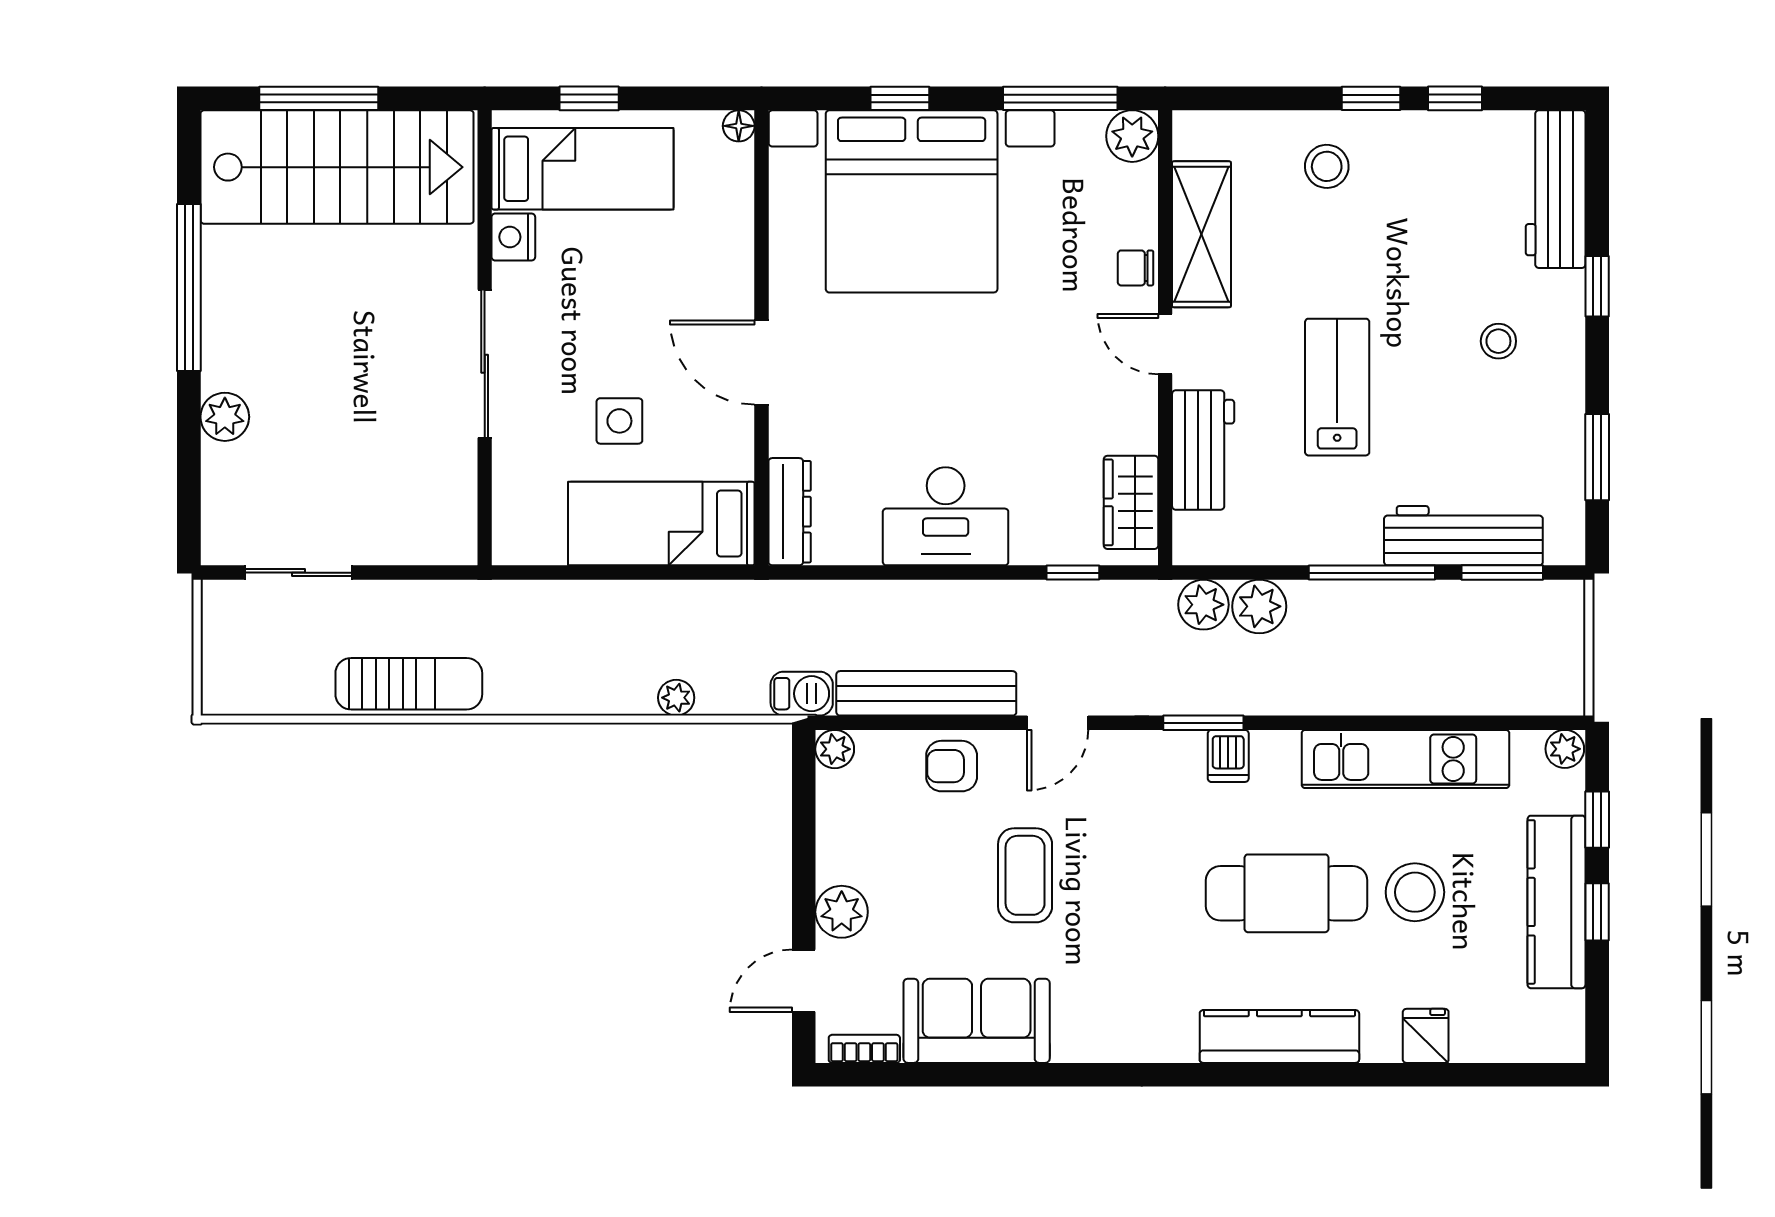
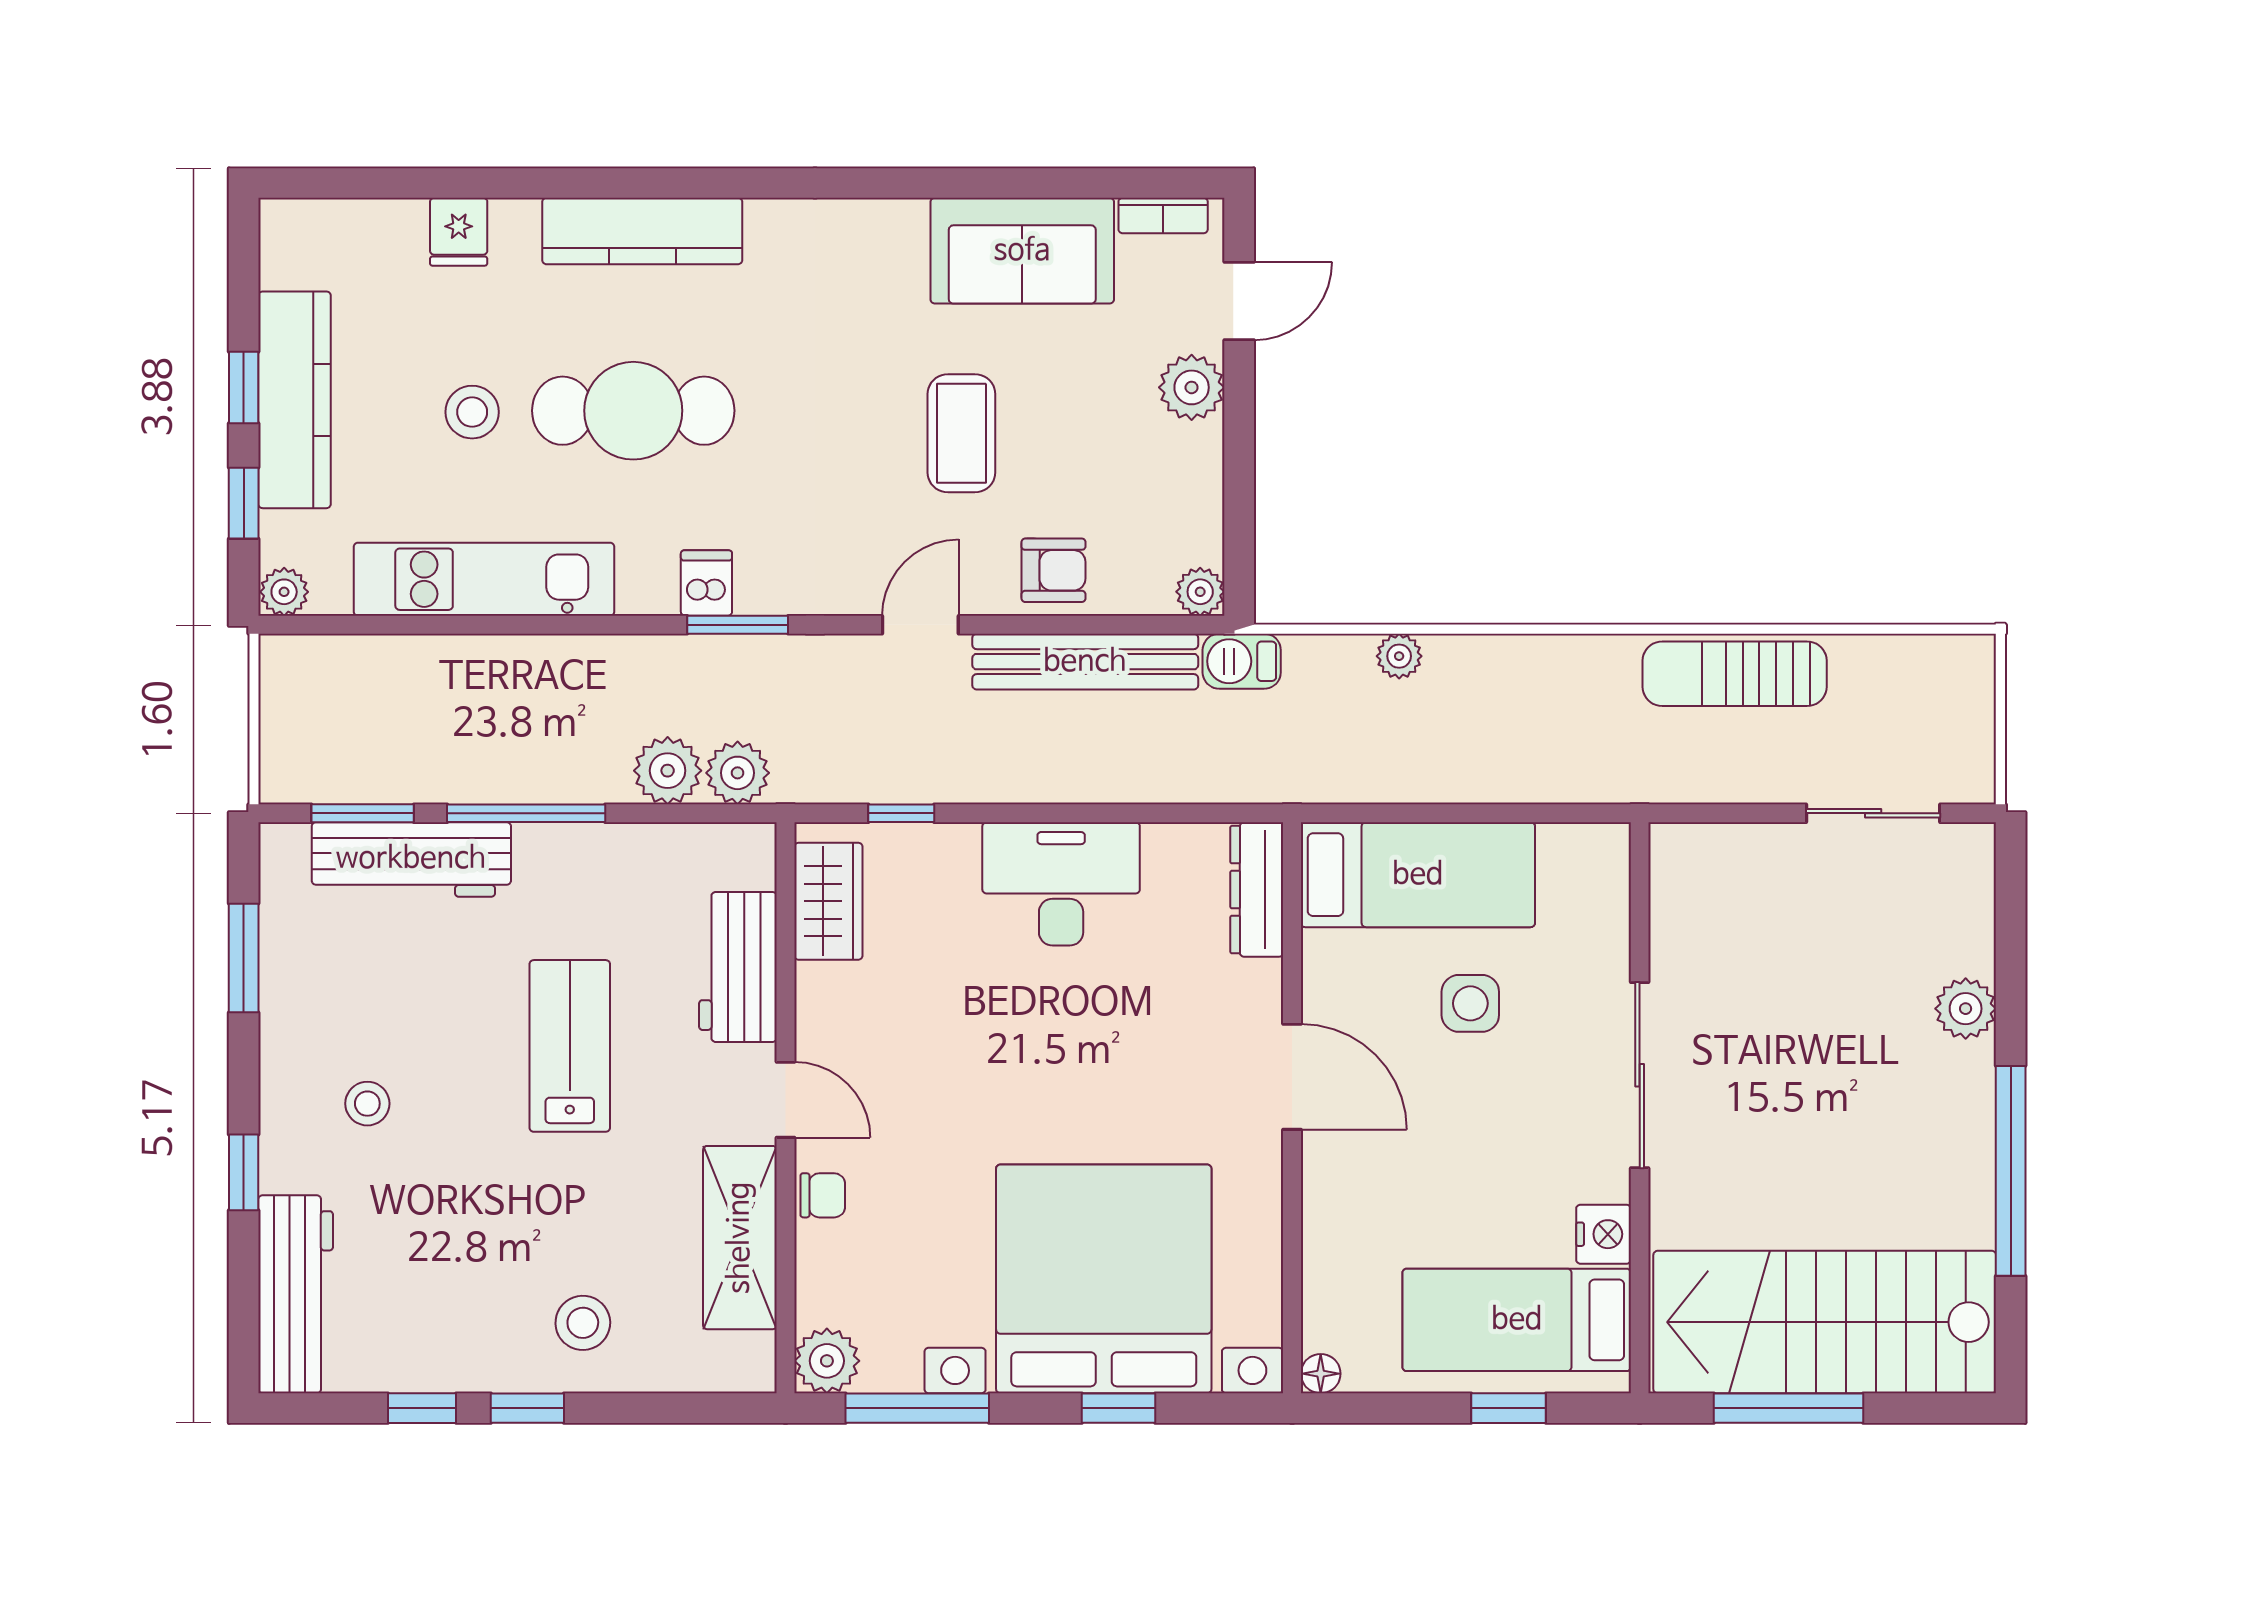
window: (319, 98) -> (1788, 1408), moved
lab bench: (1337, 387) -> (570, 1046), turned 180
stool: (1415, 892) -> (472, 412), width x0.73, depth x0.73

